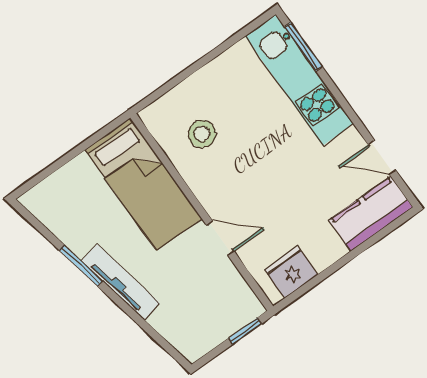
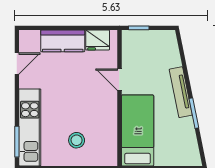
stool: (202, 134) -> (77, 140), moved
door: (382, 157) -> (17, 64), hinge flipped
kitchen counter: (371, 214) -> (63, 41), moved

